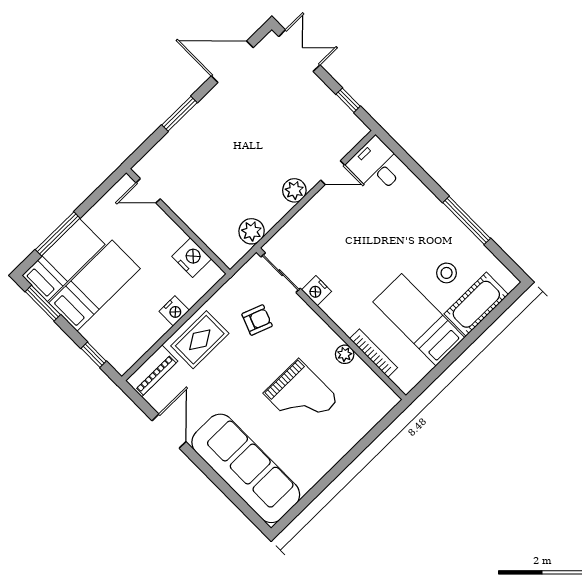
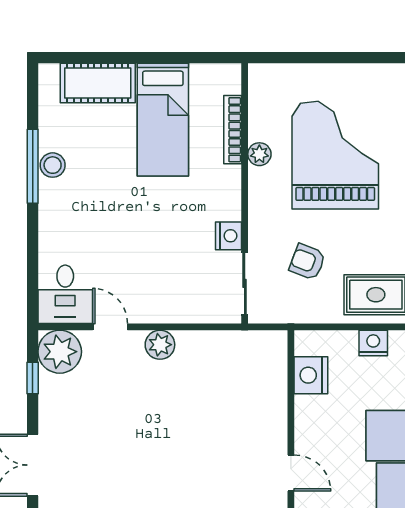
plant: (252, 231) -> (60, 352), moved, width x1.36, depth x1.36
stool: (447, 273) -> (53, 165), moved
grand piano: (301, 396) -> (335, 155), width x1.37, depth x1.48

